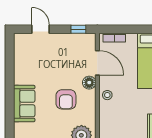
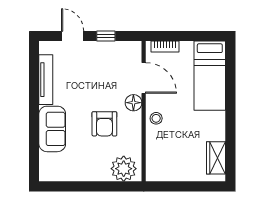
window: (78, 29) -> (106, 36), moved
tv unit: (19, 64) -> (46, 80), added

